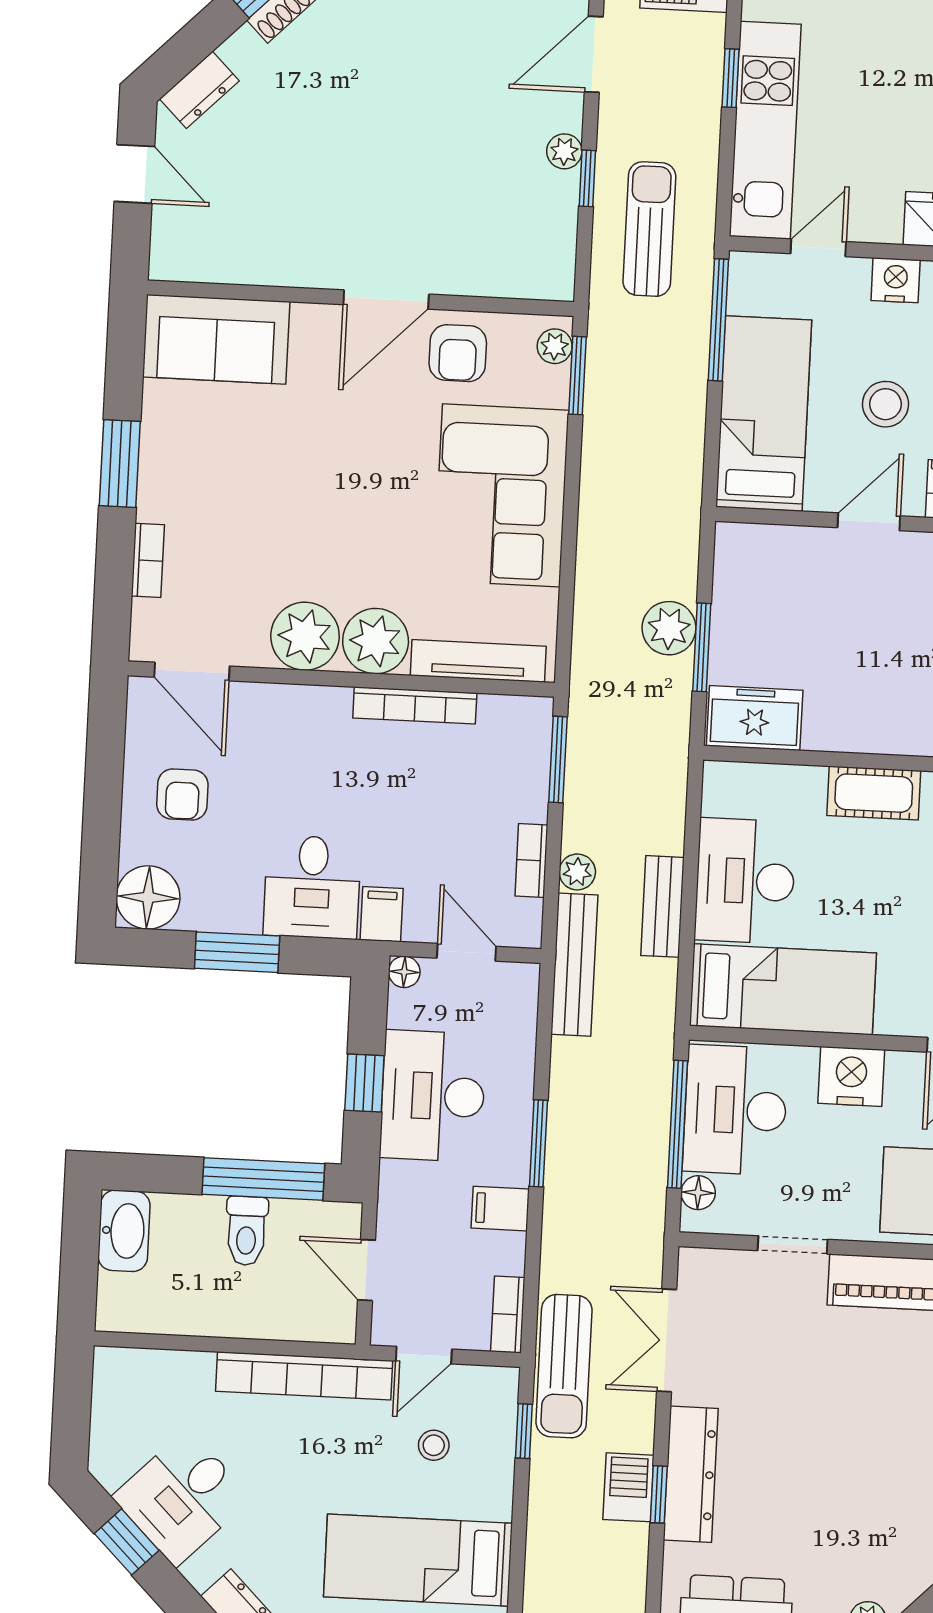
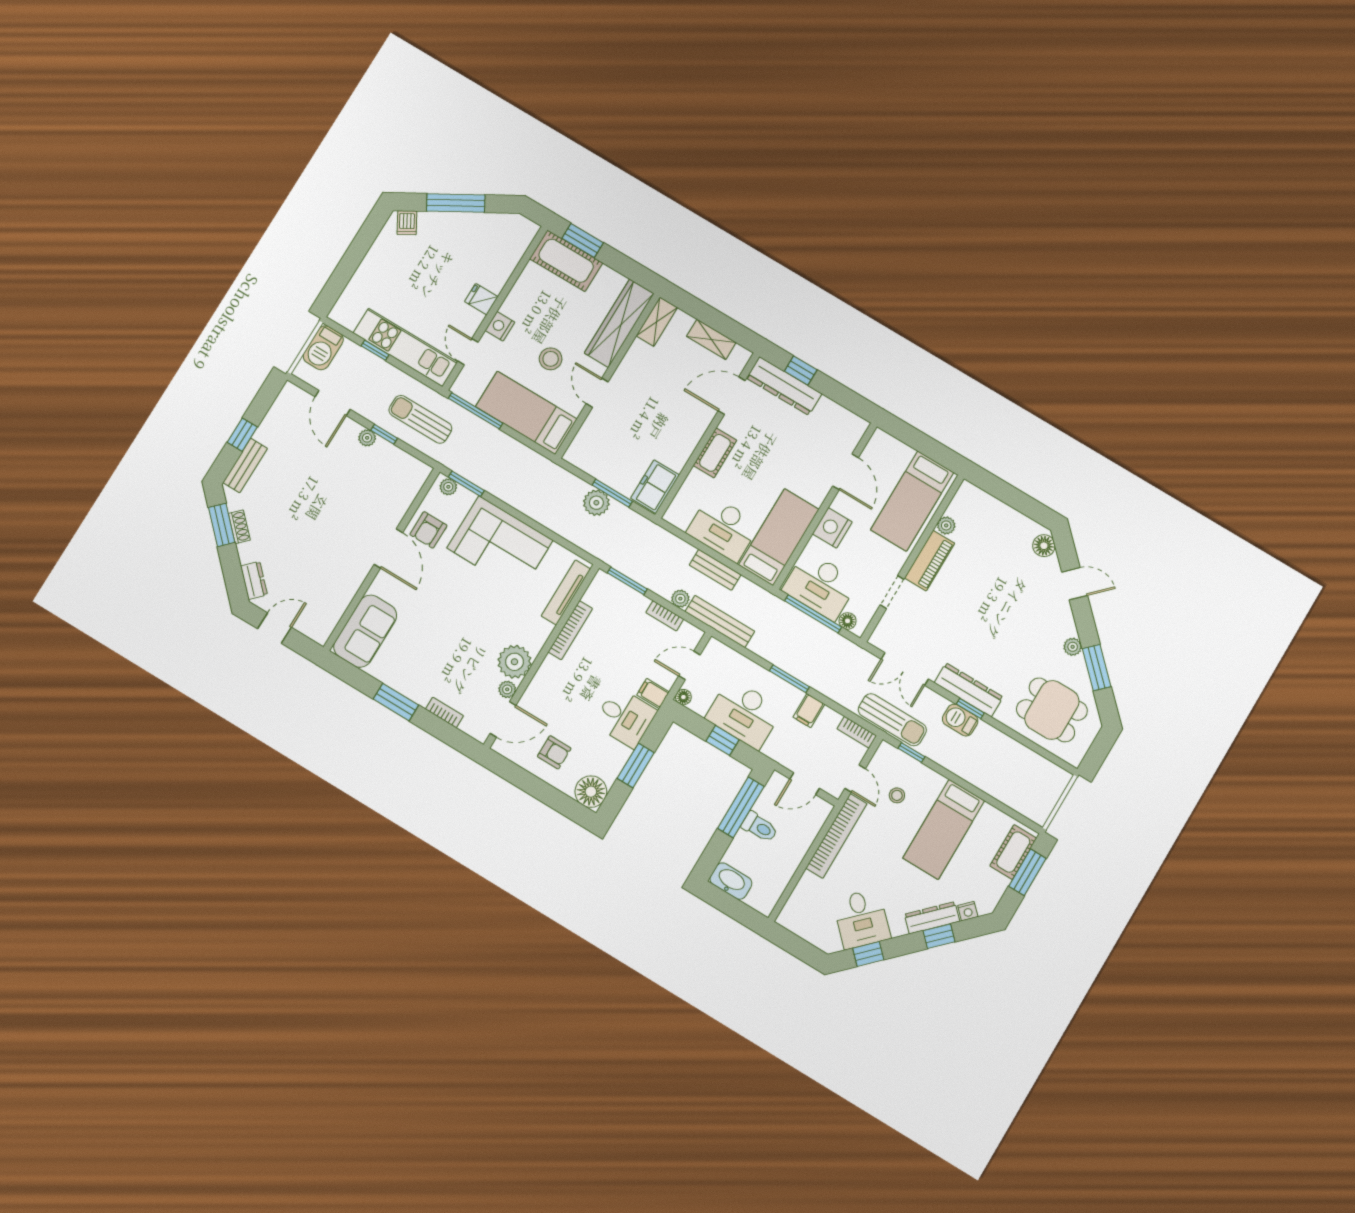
armchair: (458, 353) -> (428, 530), turned 90
plant: (376, 641) -> (507, 689), moved, width x0.53, depth x0.53

